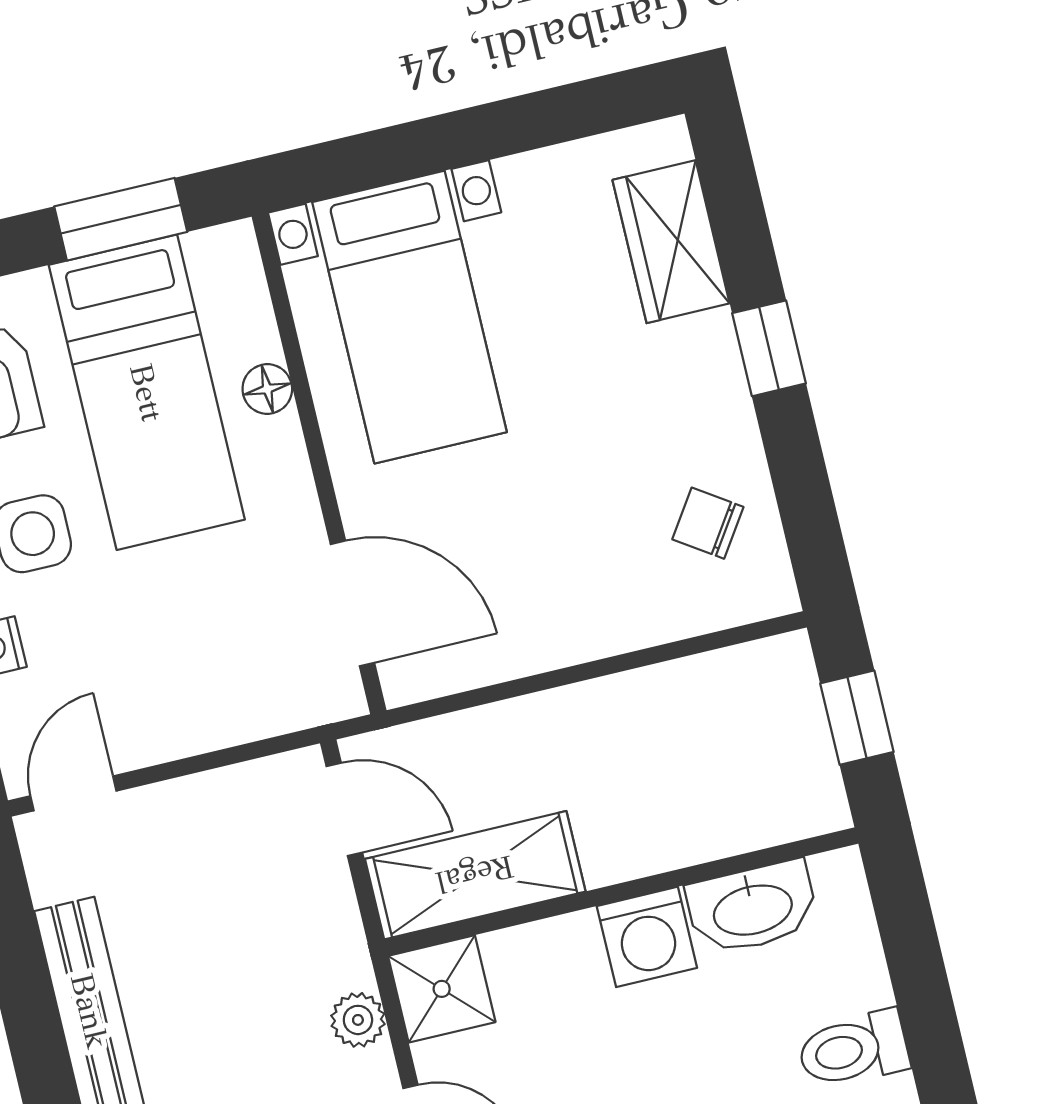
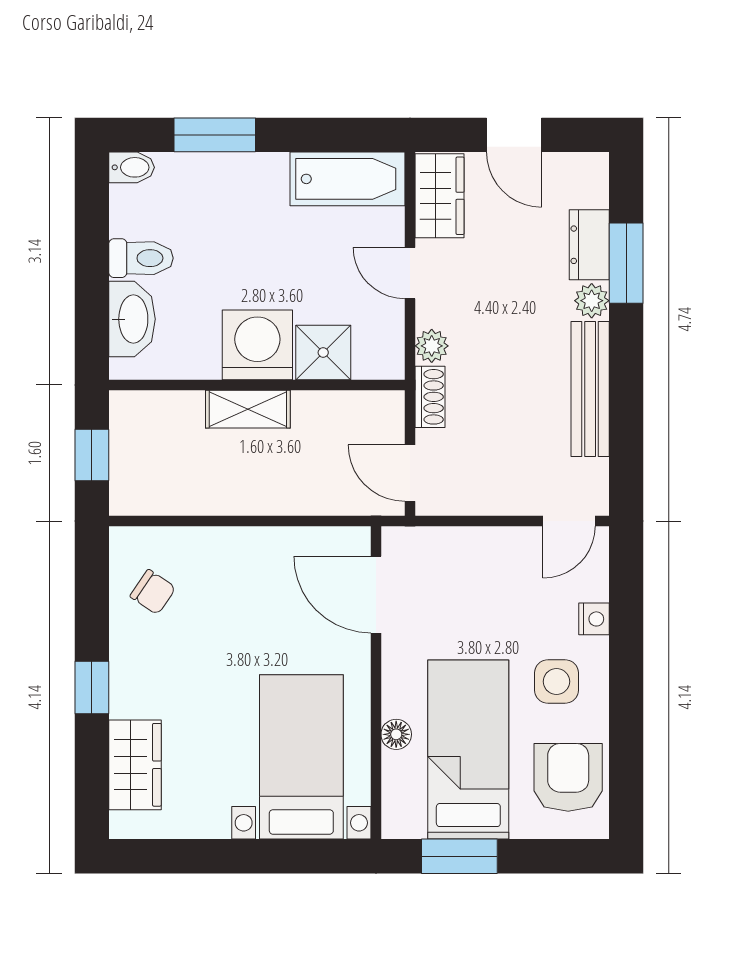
shelving: (475, 875) -> (248, 409), moved, width x0.67, depth x0.75
washbasin: (752, 908) -> (132, 319), moved, turned 90
washing machine: (647, 937) -> (257, 345), width x1.37, depth x1.37
shoe rack: (341, 938) -> (430, 397), added
shower: (442, 989) -> (323, 353), moved

